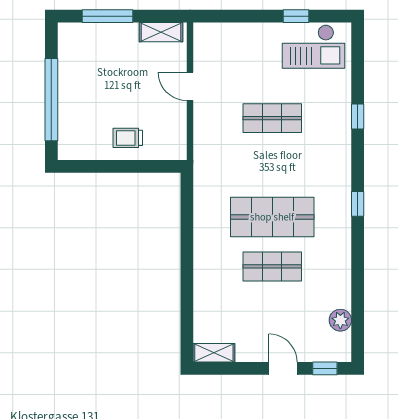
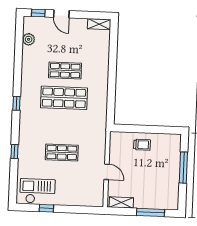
window: (51, 100) -> (183, 168), width x0.68

